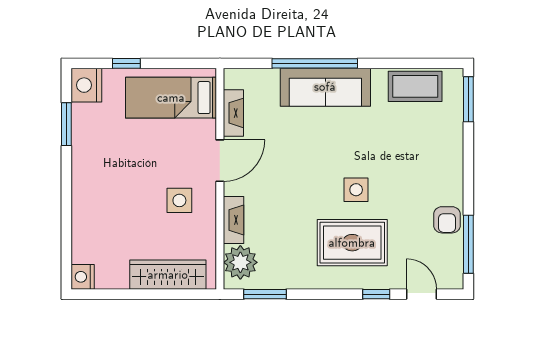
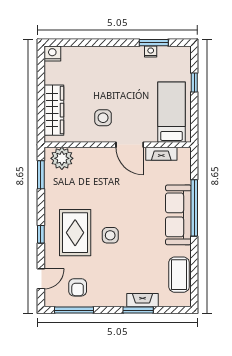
nightstand: (86, 85) -> (151, 51), moved, width x0.53, depth x0.56
window: (468, 99) -> (138, 310), moved
fireplace: (234, 220) -> (143, 300), moved, turned 180
armchair: (447, 220) -> (78, 287), moved, turned -90
window: (376, 294) -> (41, 234), moved

